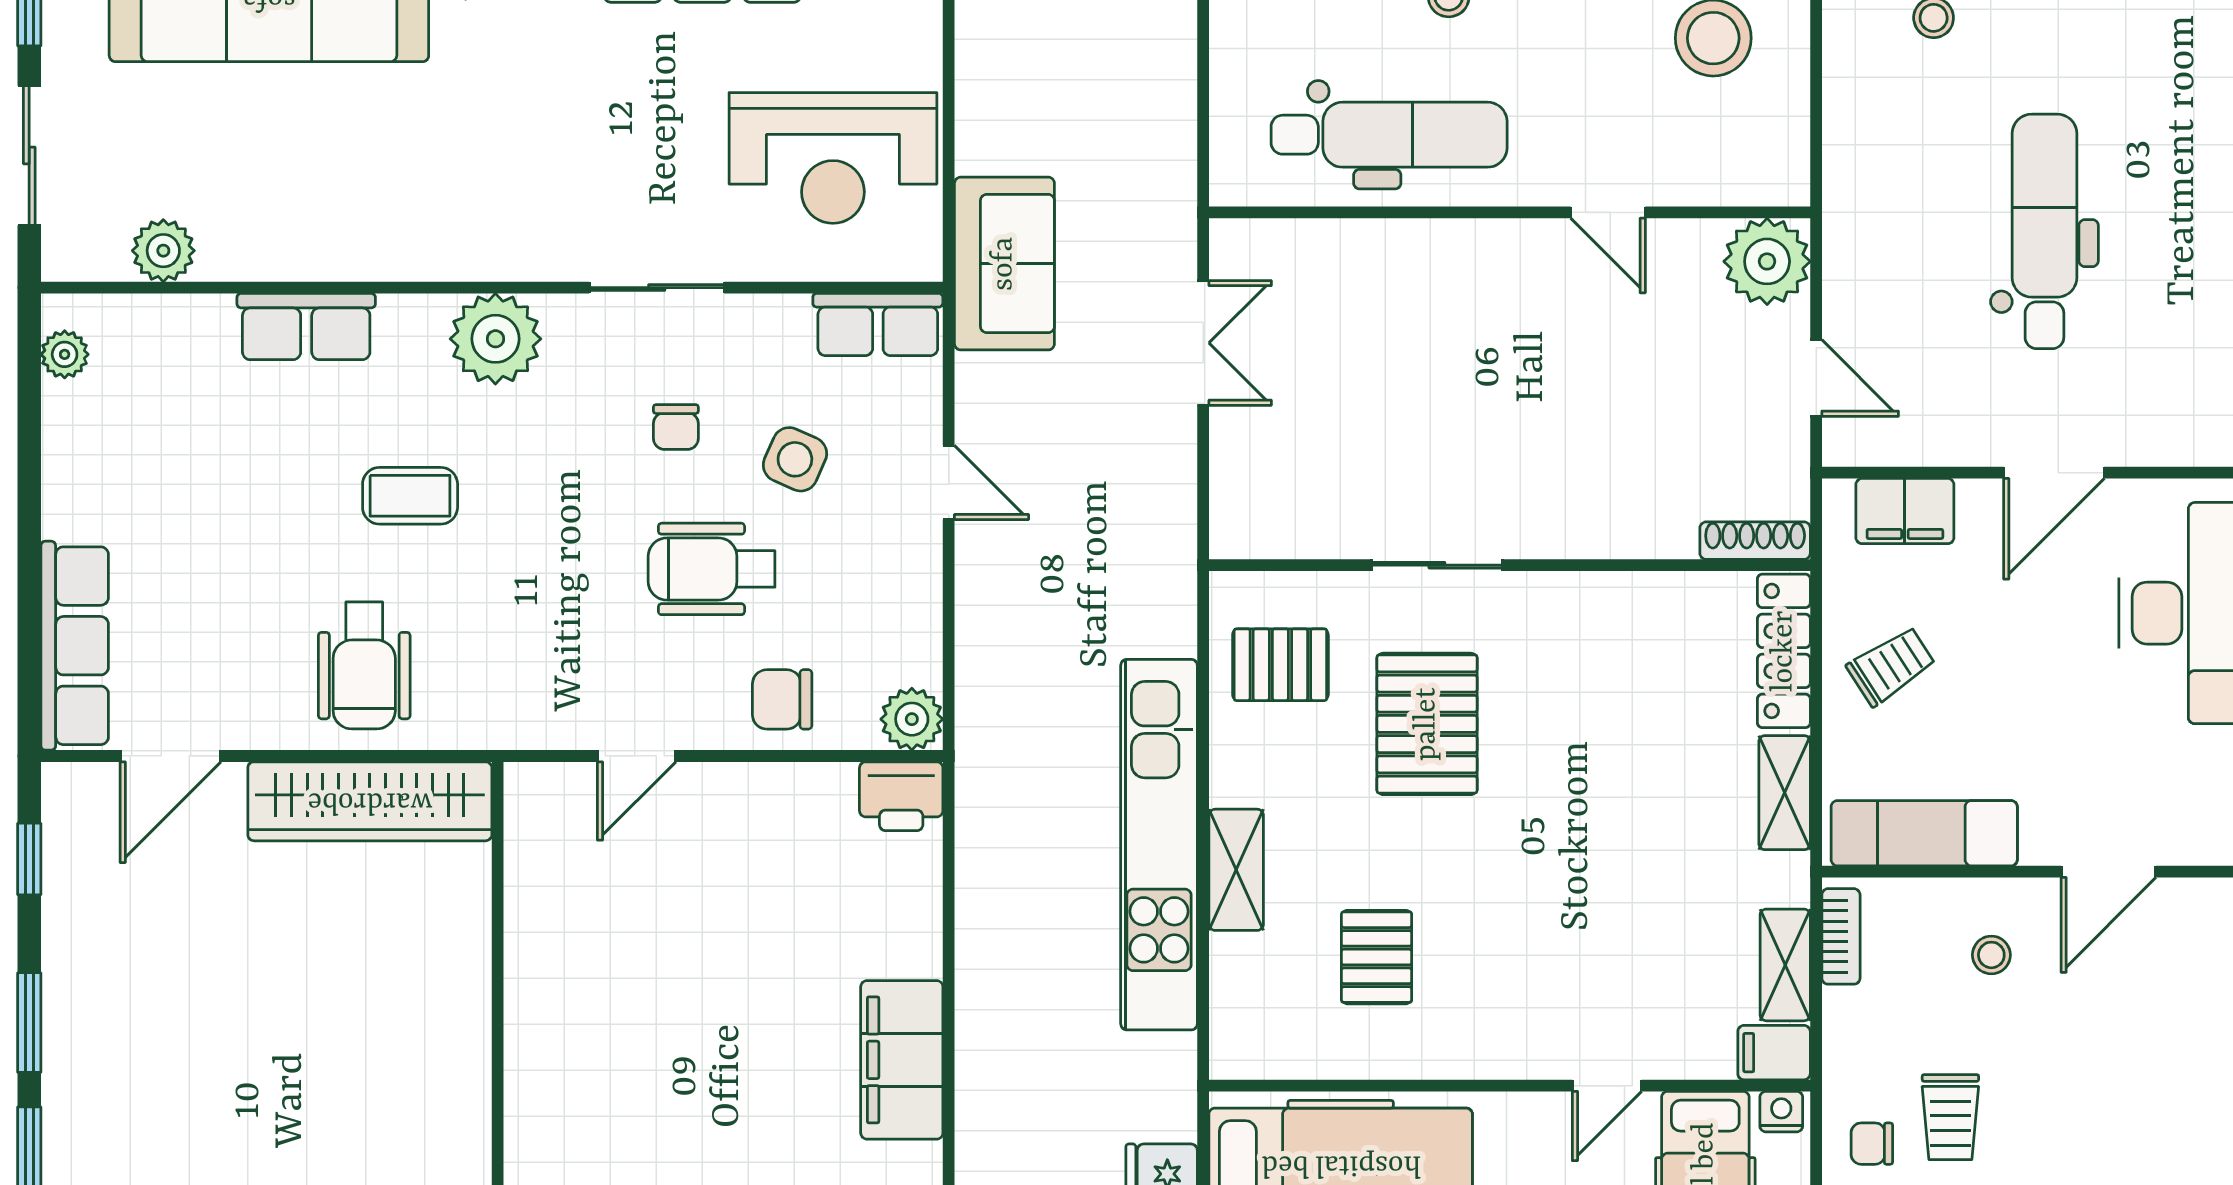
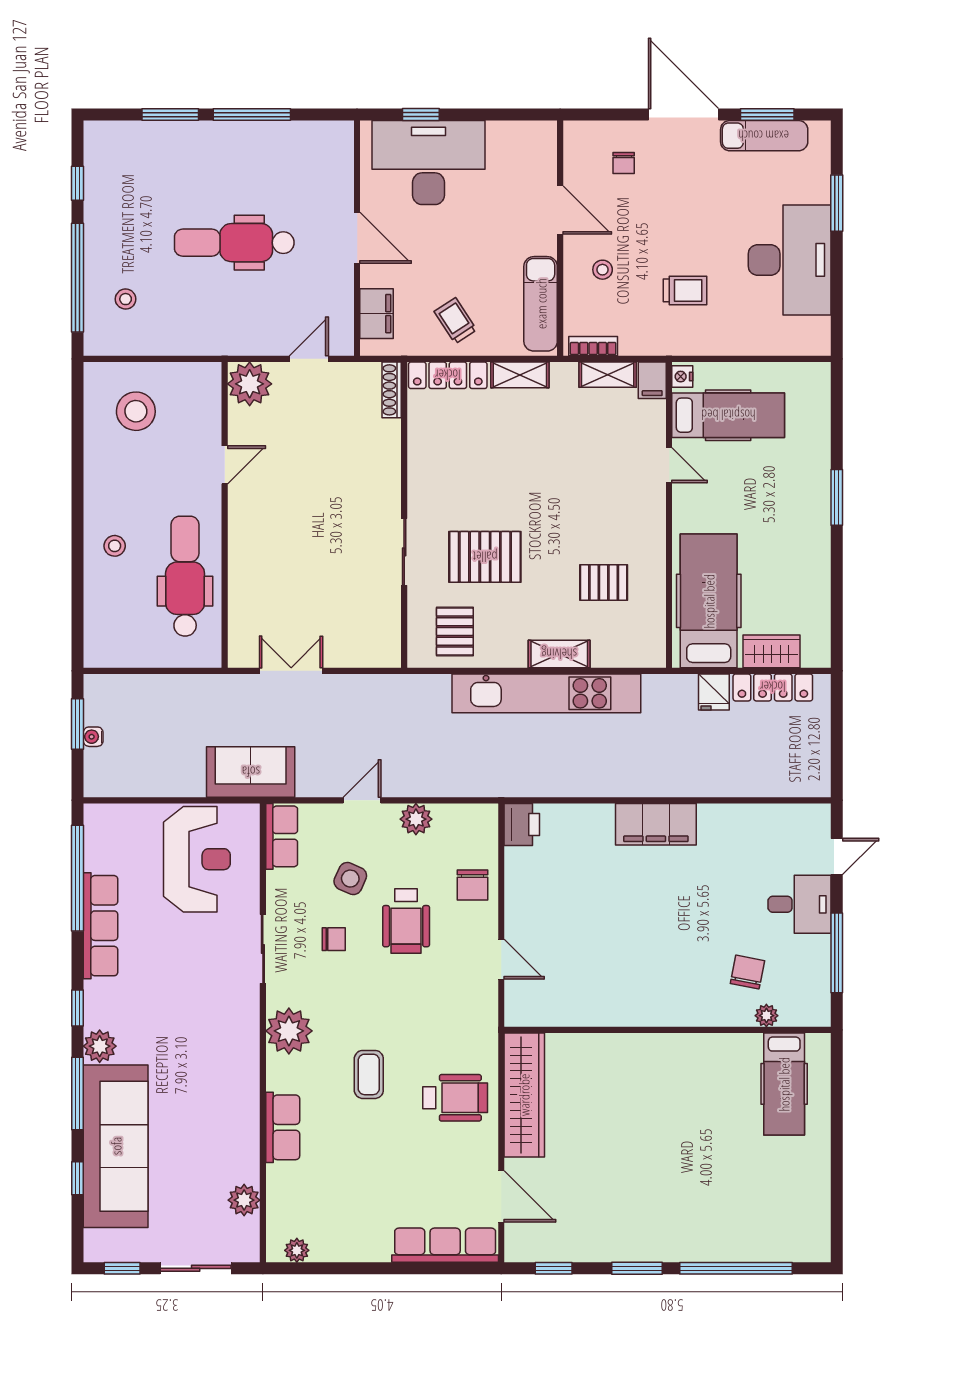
plant: (912, 719) -> (416, 819), moved
chair: (1872, 1144) -> (624, 163), moved

